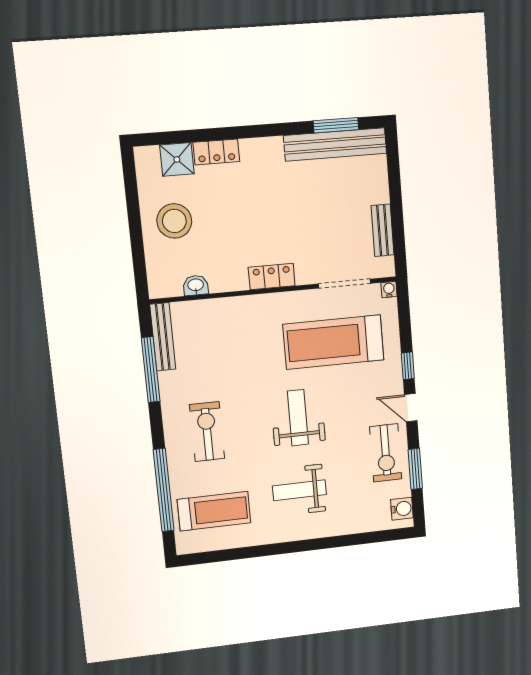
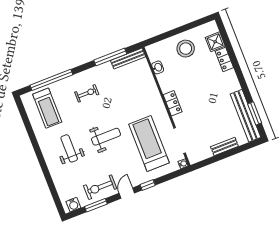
bench: (383, 230) -> (224, 146), moved
exercise bike: (207, 432) -> (87, 93), width x0.73, depth x0.72

